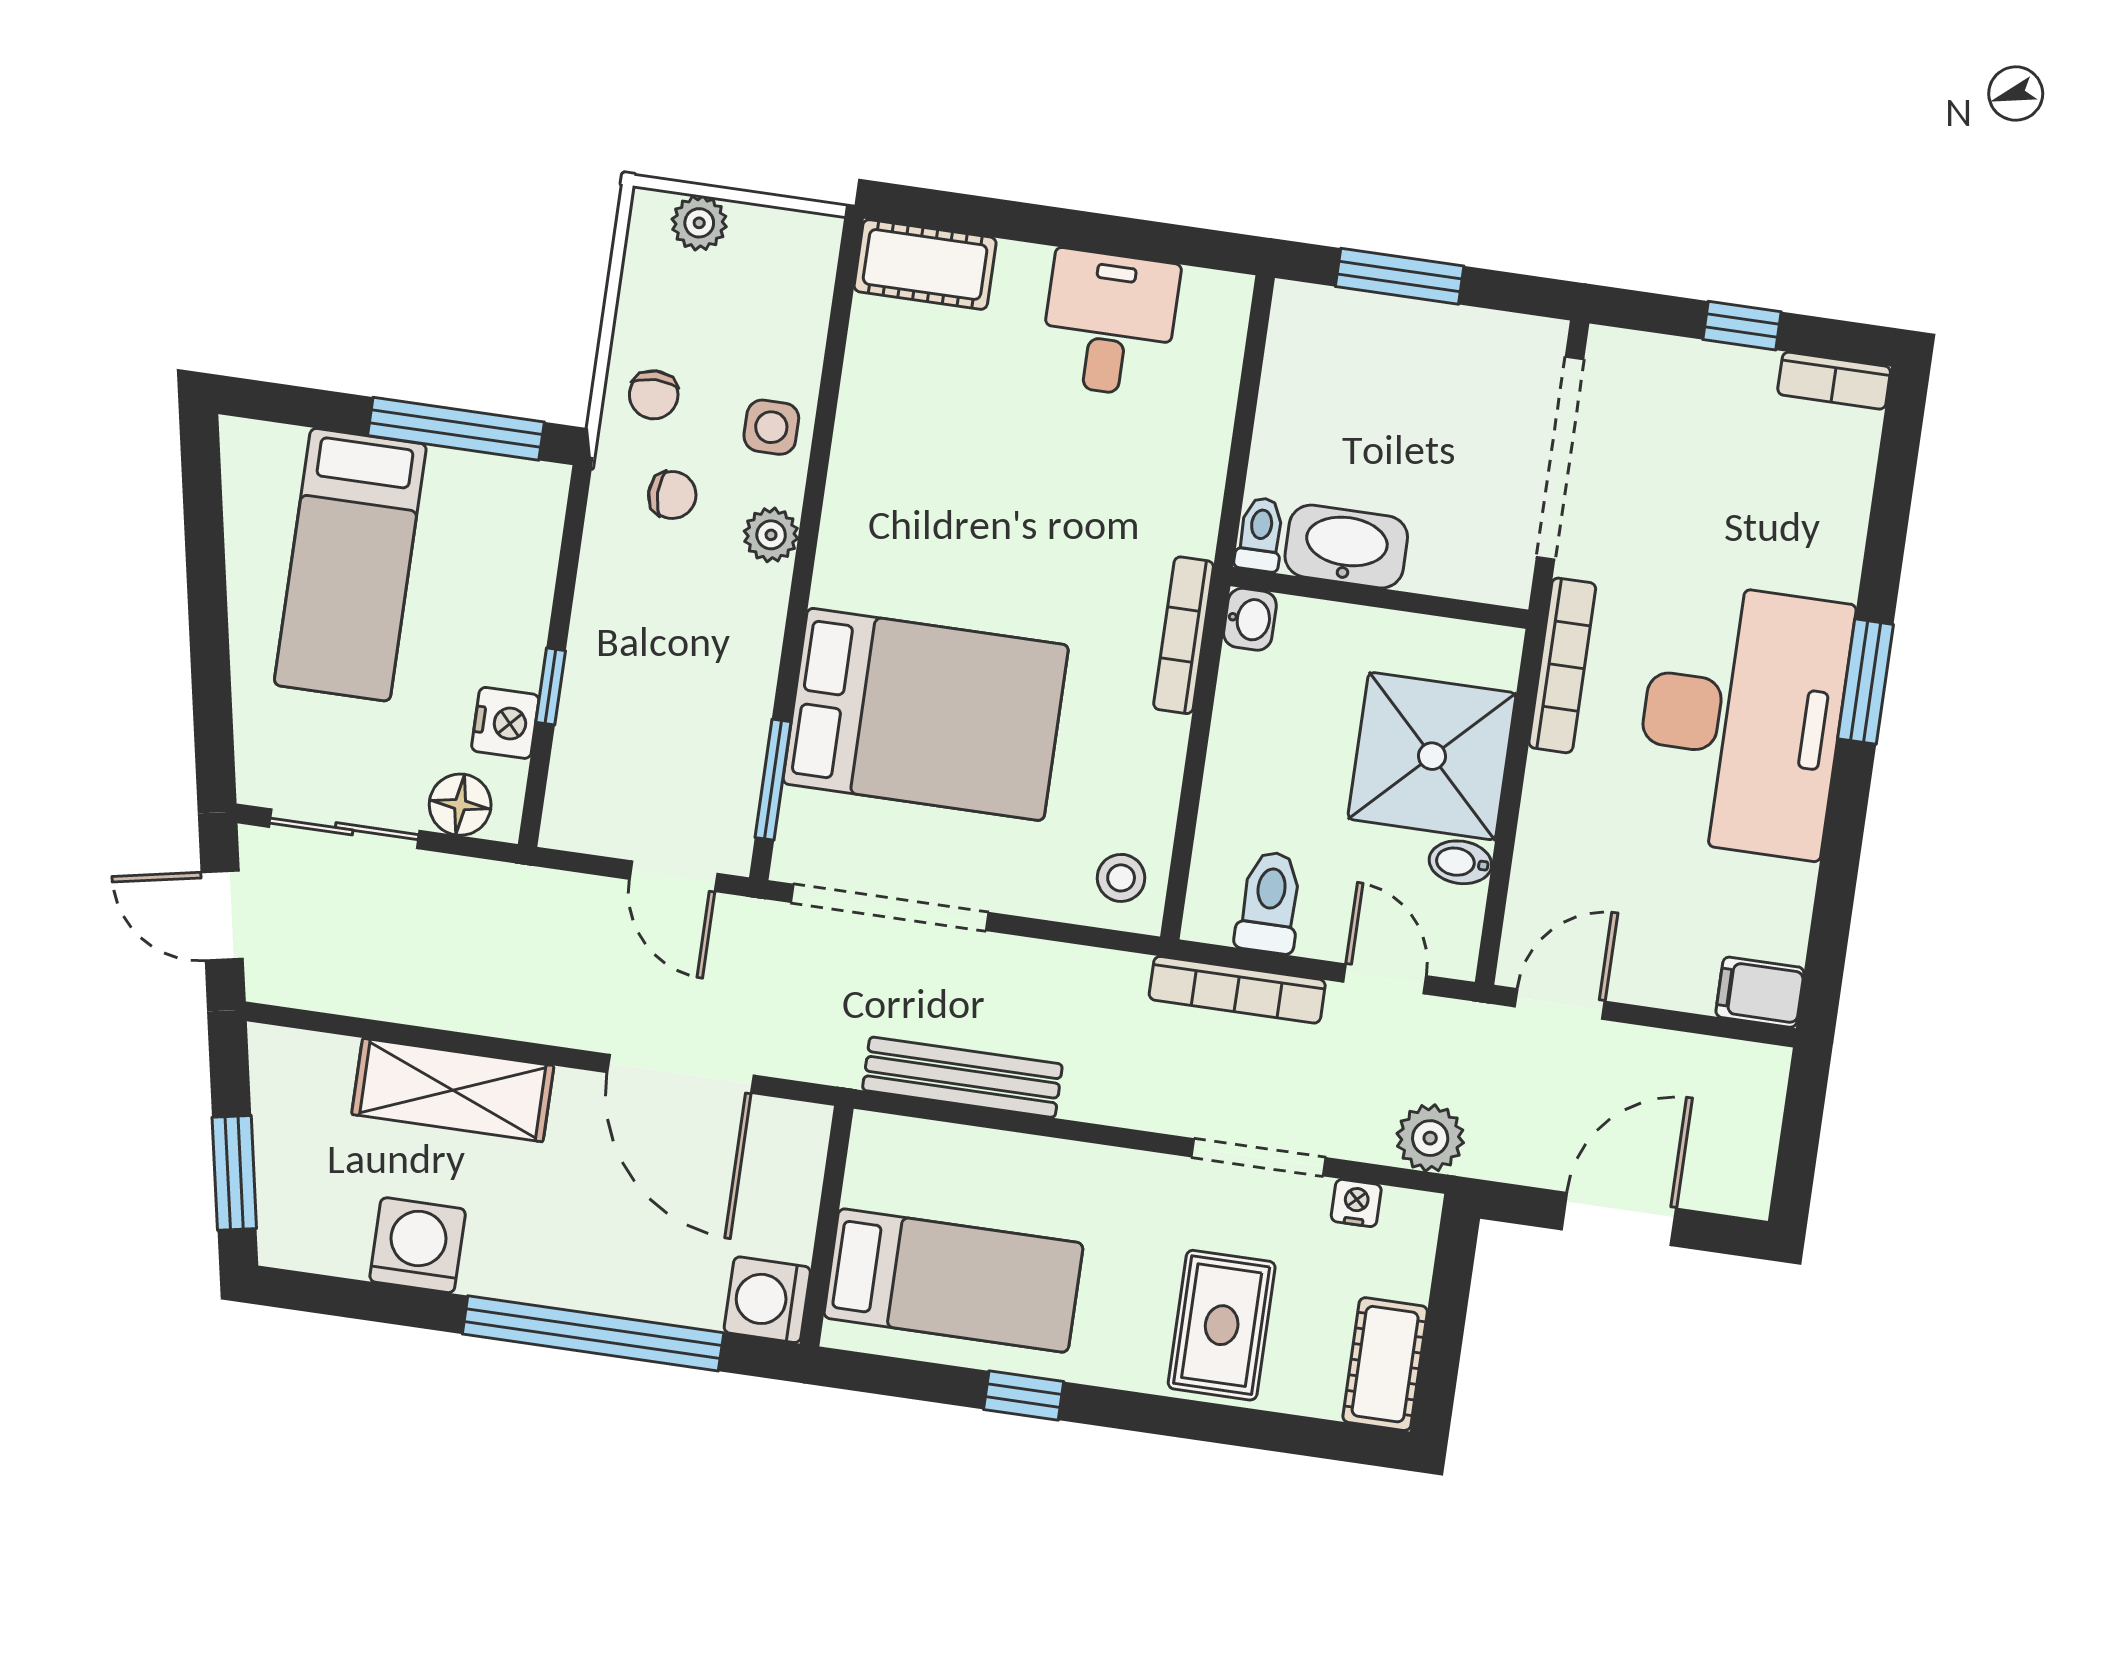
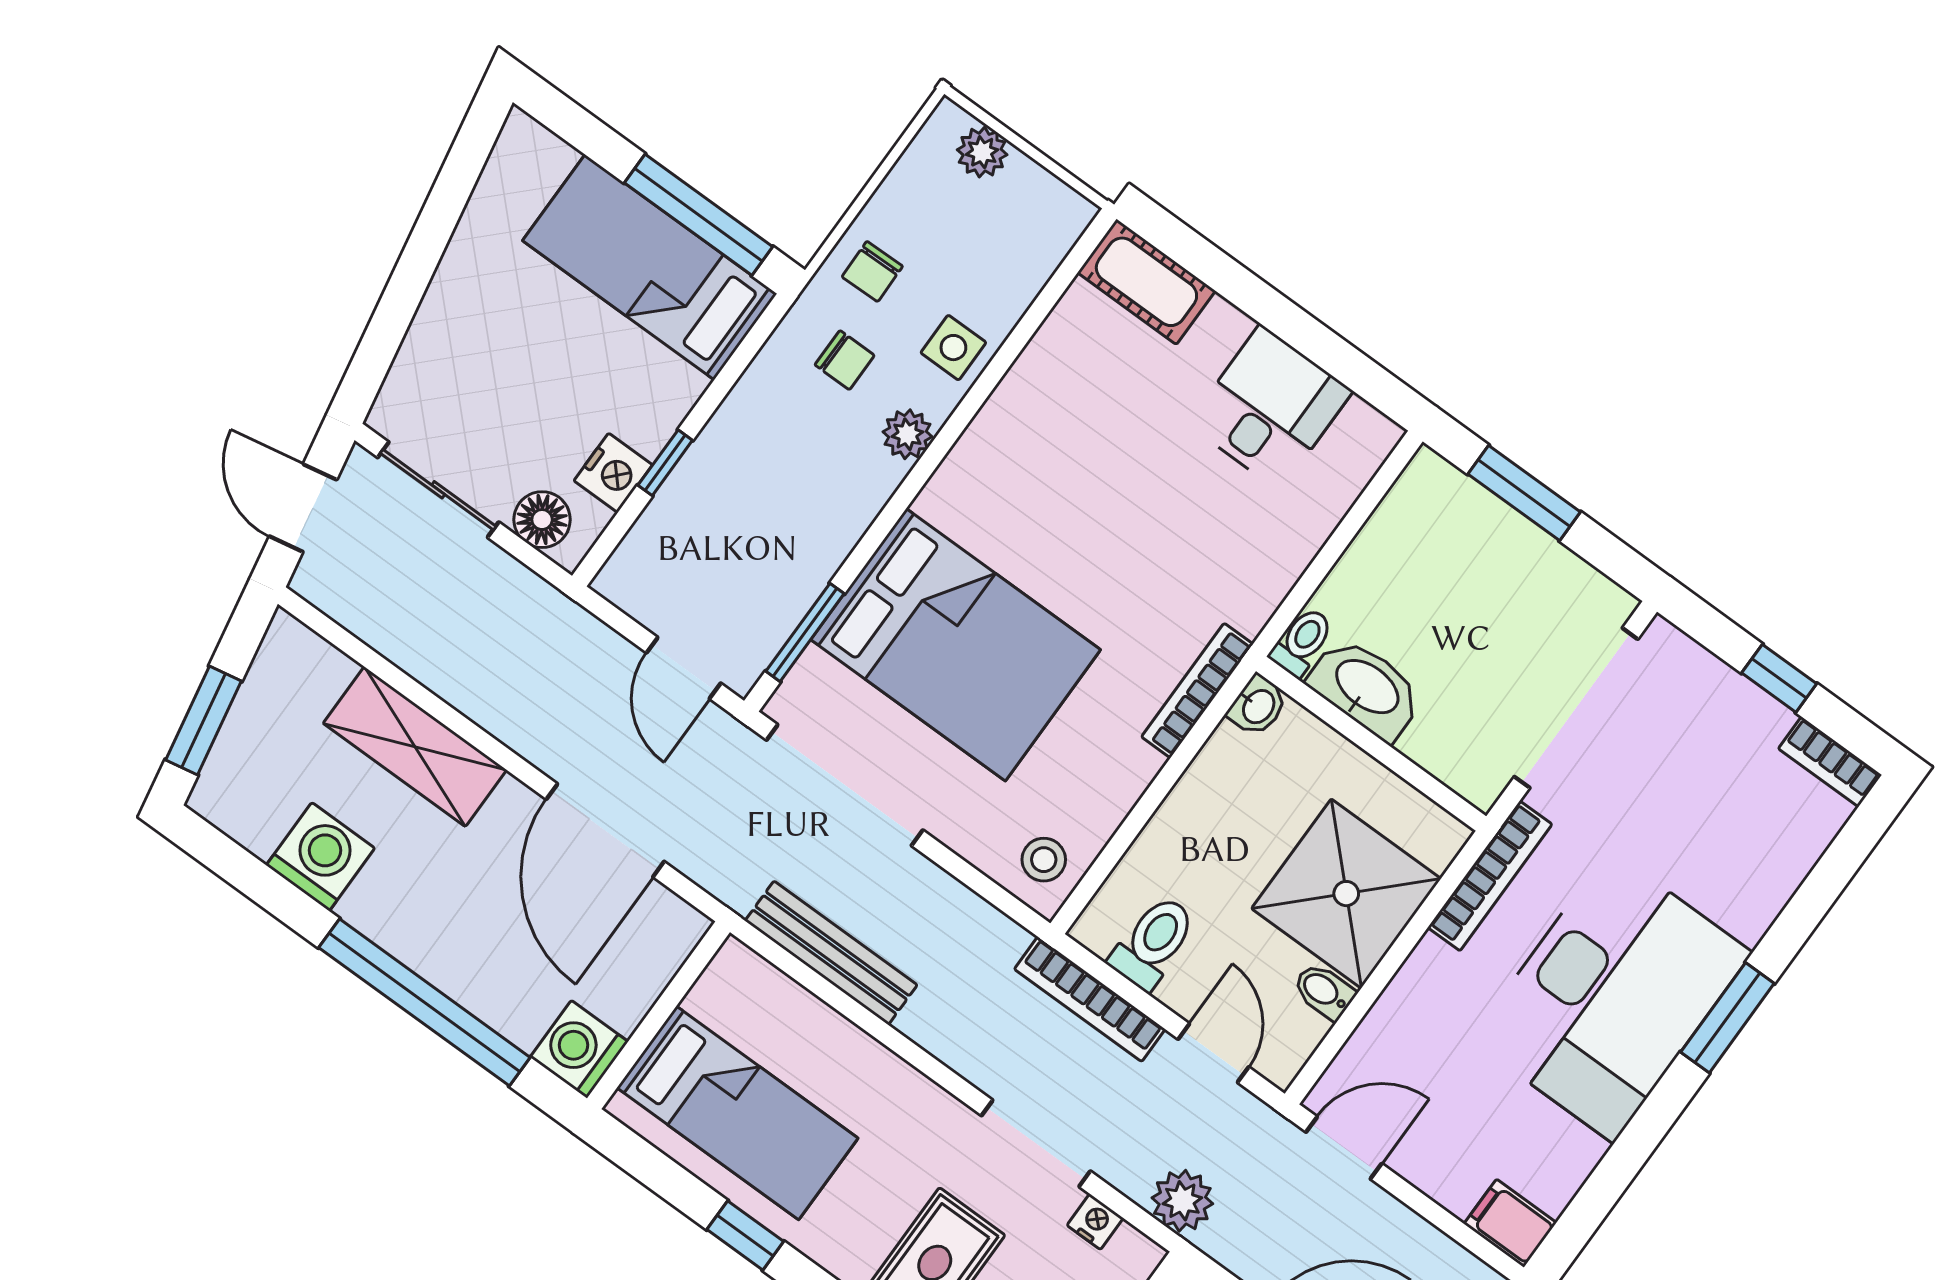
bed: (350, 565) -> (650, 267), moved, turned 90

